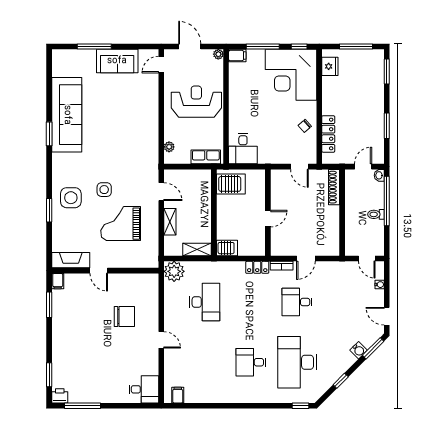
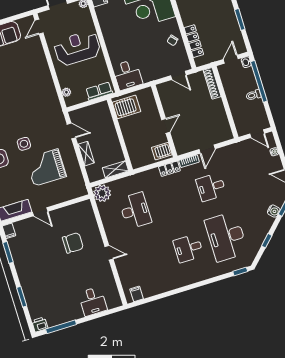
server rack: (227, 248) -> (162, 151), moved, turned 180
window: (49, 375) -> (22, 297), moved
desk: (144, 389) -> (93, 301), moved, turned 90

